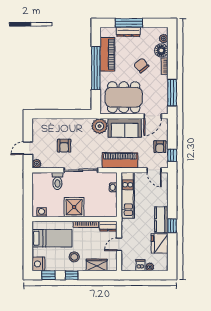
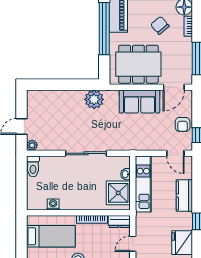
plant: (99, 126) -> (94, 99), moved
armchair: (64, 146) -> (66, 123), removed
piano: (120, 160) -> (134, 141), removed
toilet: (57, 181) -> (33, 166), moved
shower: (74, 207) -> (118, 193), moved
washing machine: (42, 212) -> (53, 205), moved
kitchen counter: (161, 220) -> (184, 196), moved

